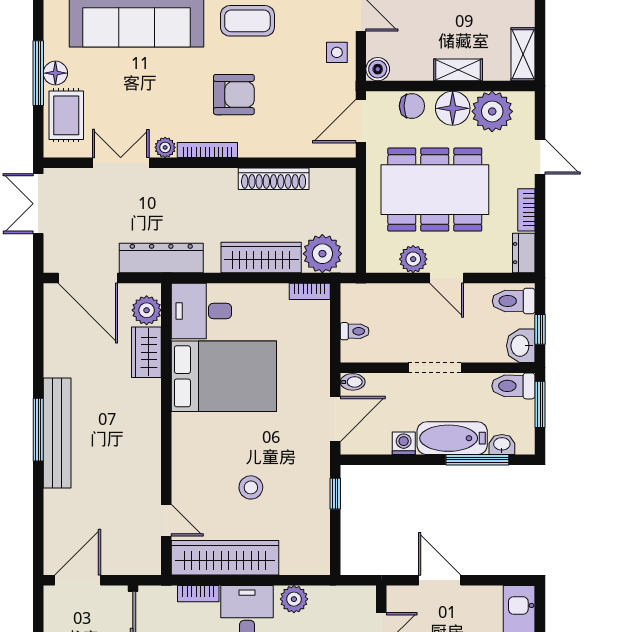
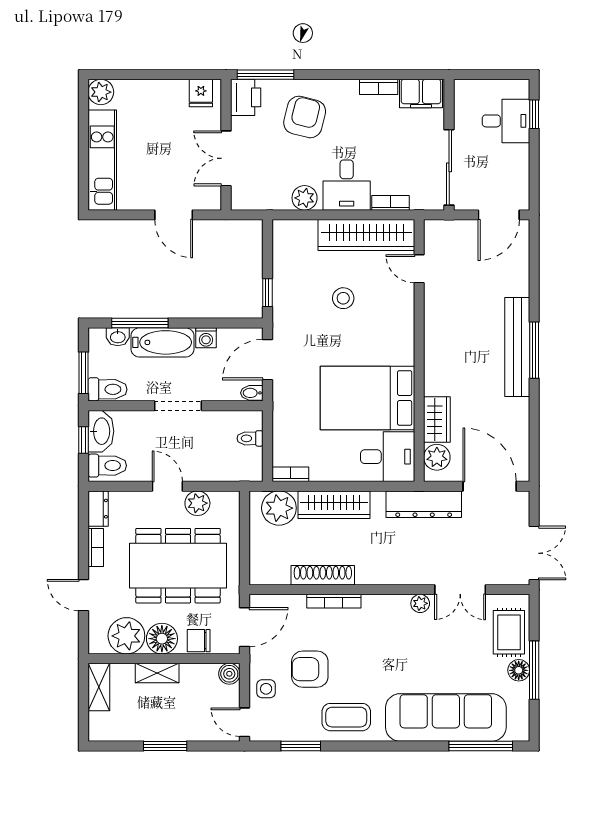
armchair: (234, 95) -> (310, 669), moved
bookcase: (207, 150) -> (334, 601), moved
washbasin: (521, 346) -> (101, 431), width x1.38

